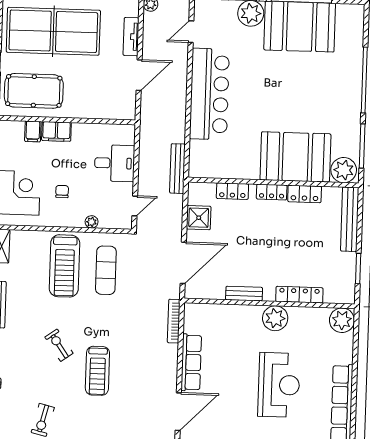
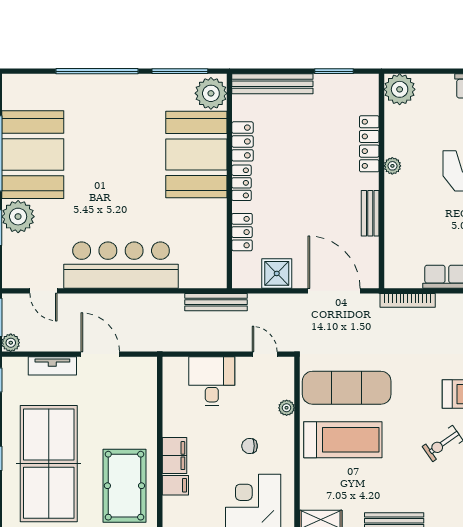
exercise mat: (106, 270) -> (347, 388), width x1.36, depth x1.45
plant: (275, 318) -> (392, 166), width x0.53, depth x0.53

